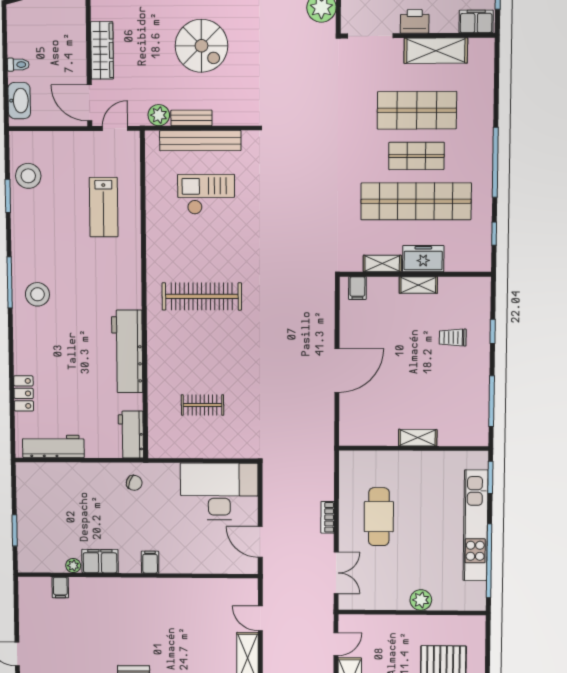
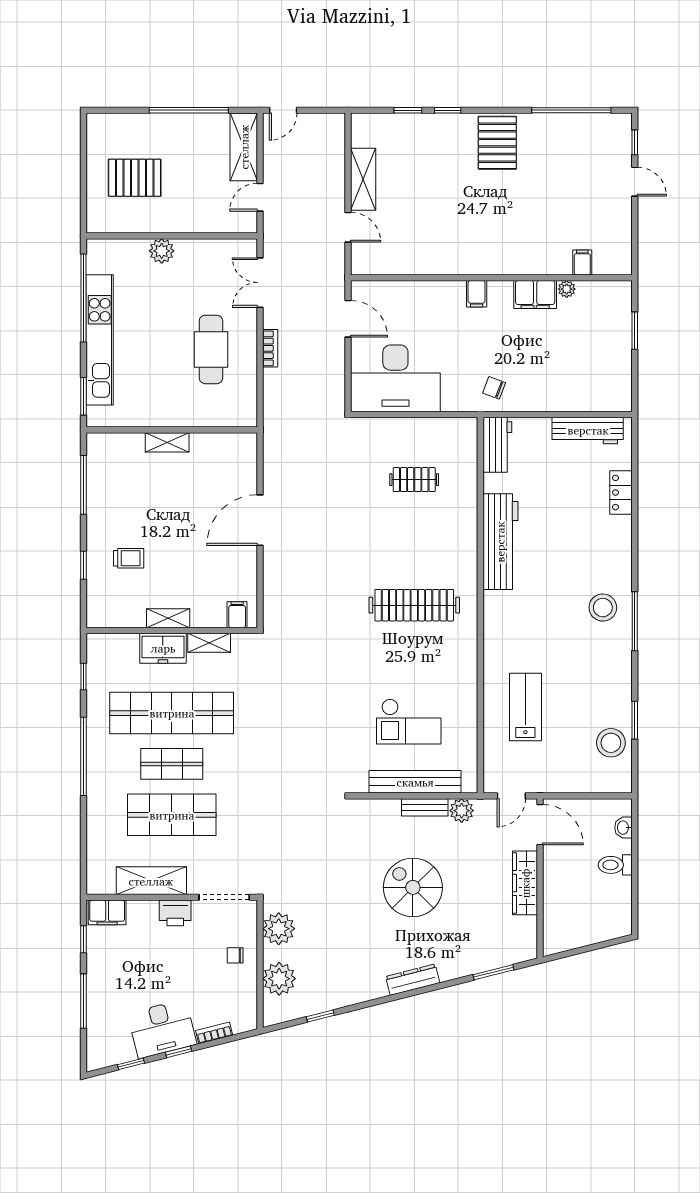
toilet: (18, 65) -> (615, 865), width x1.37, depth x1.39
washbasin: (19, 101) -> (623, 828), width x0.52, depth x0.69

